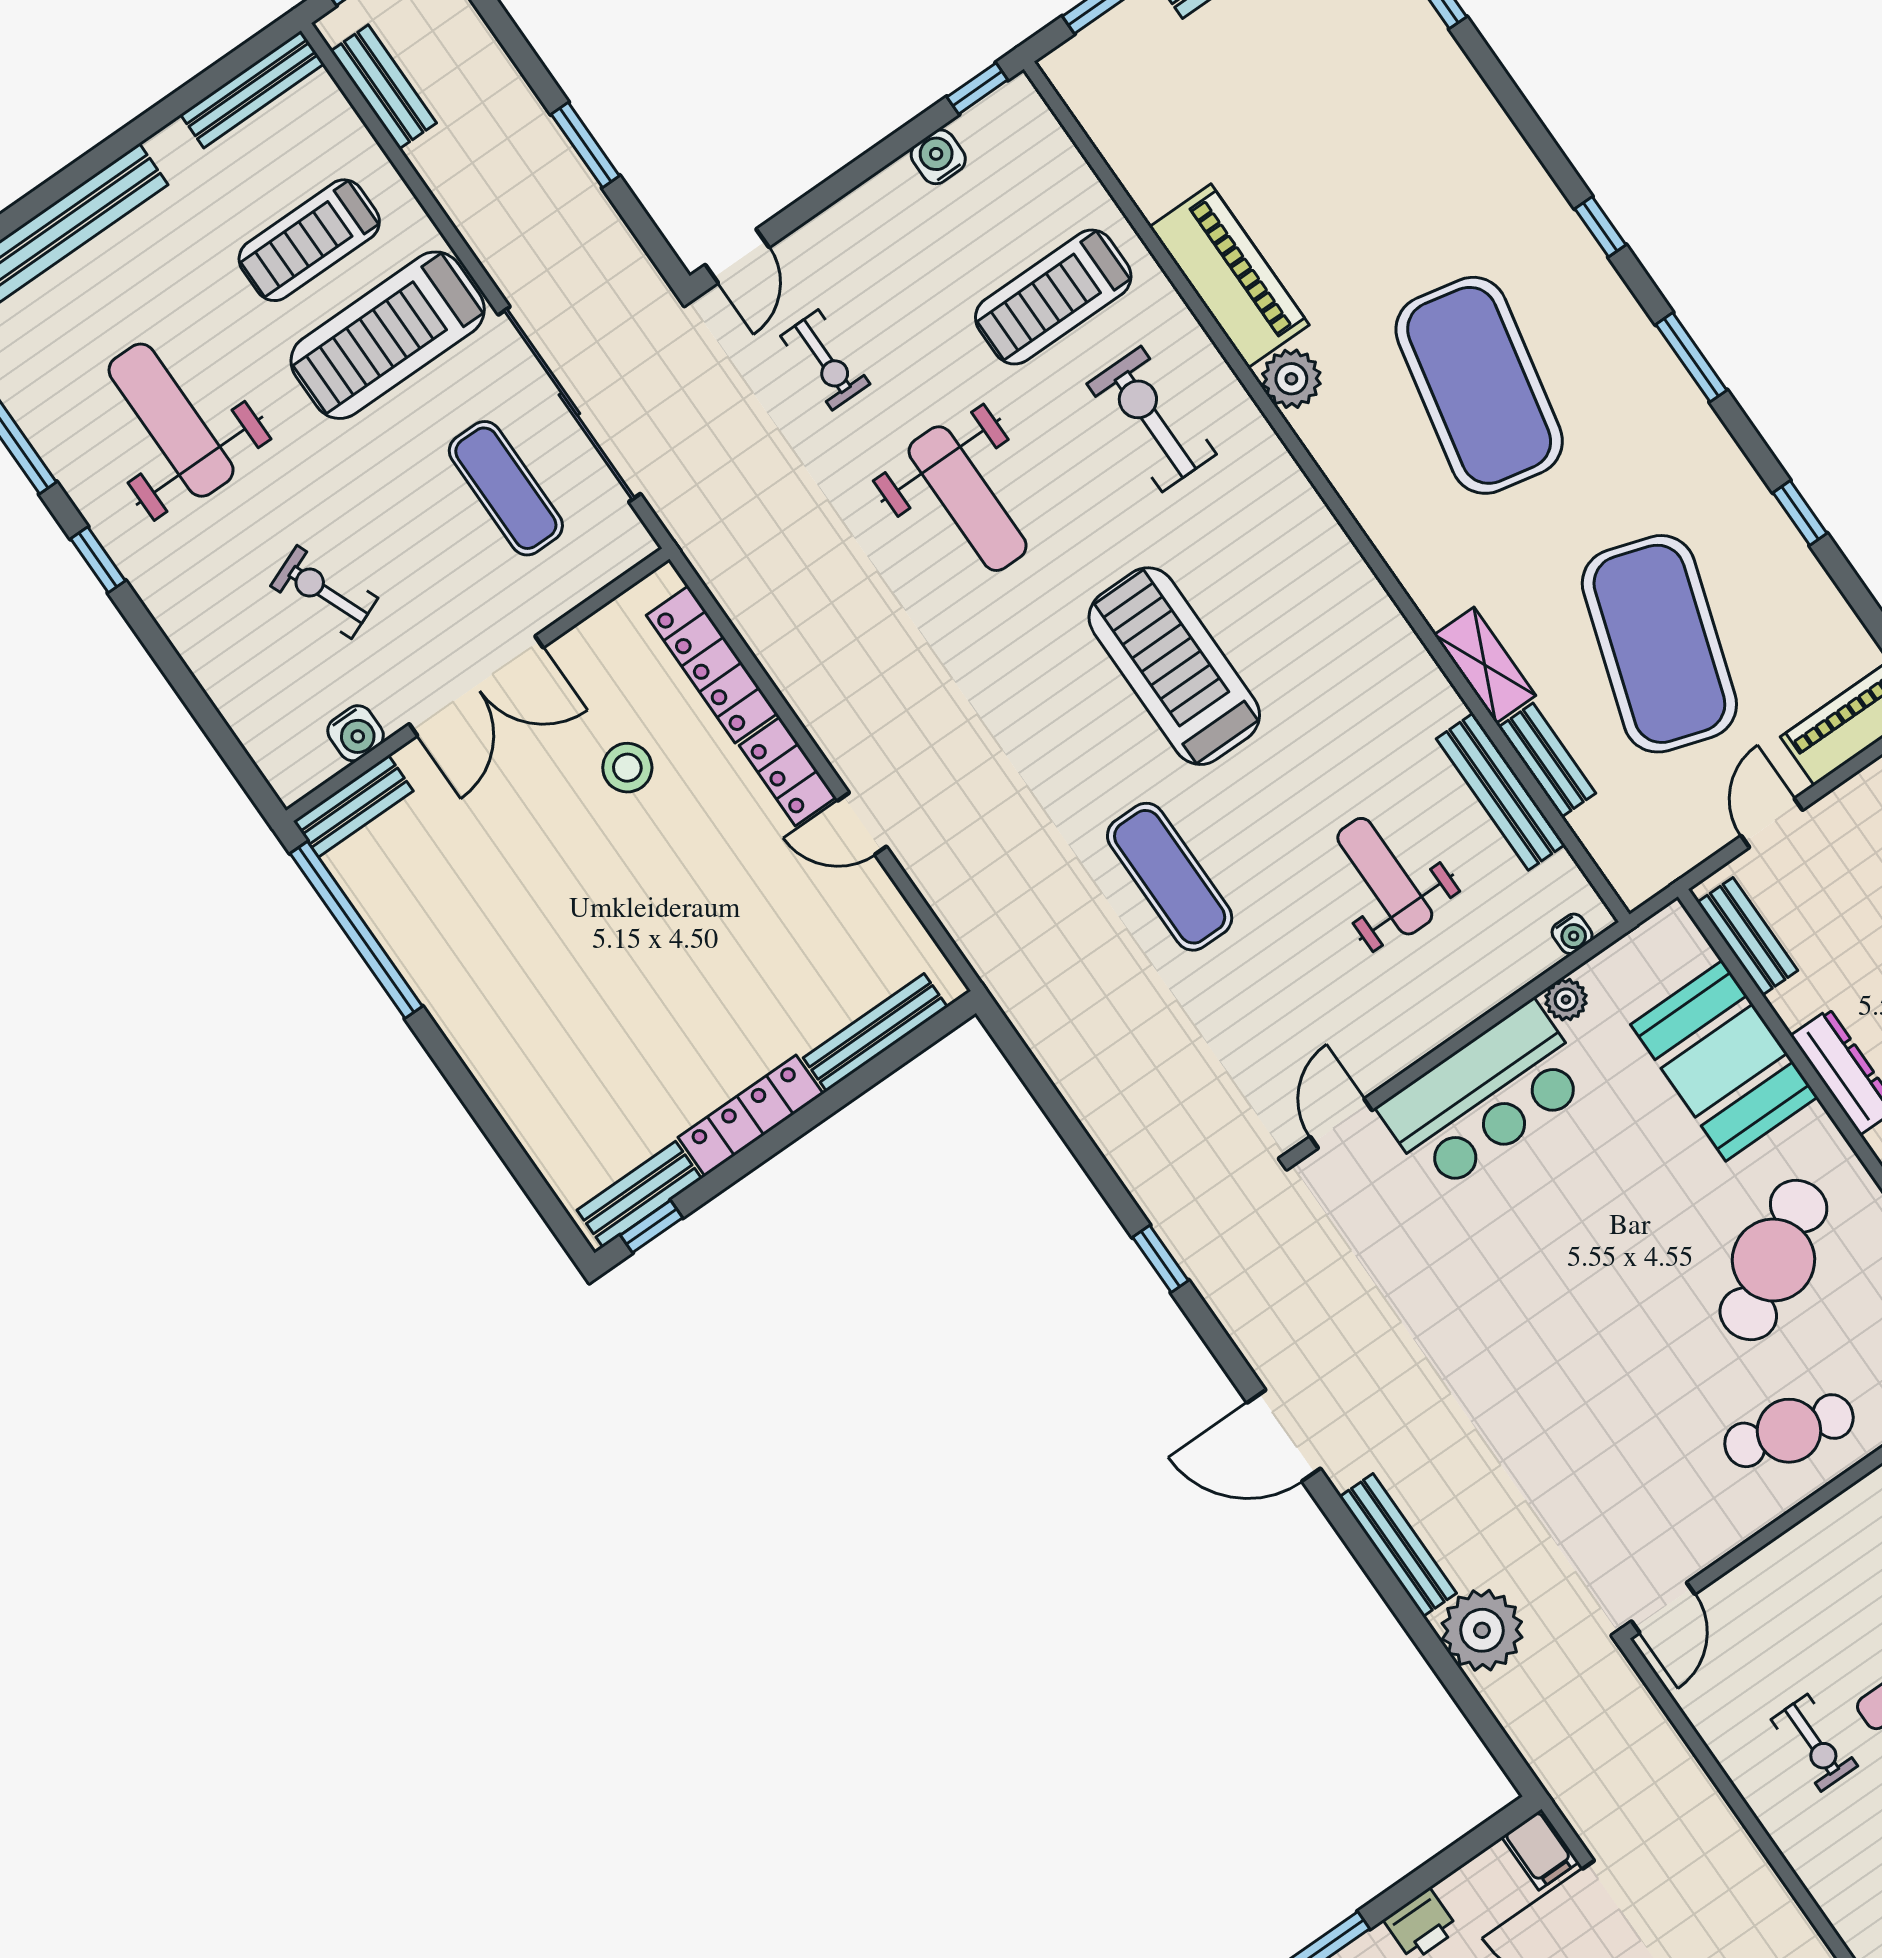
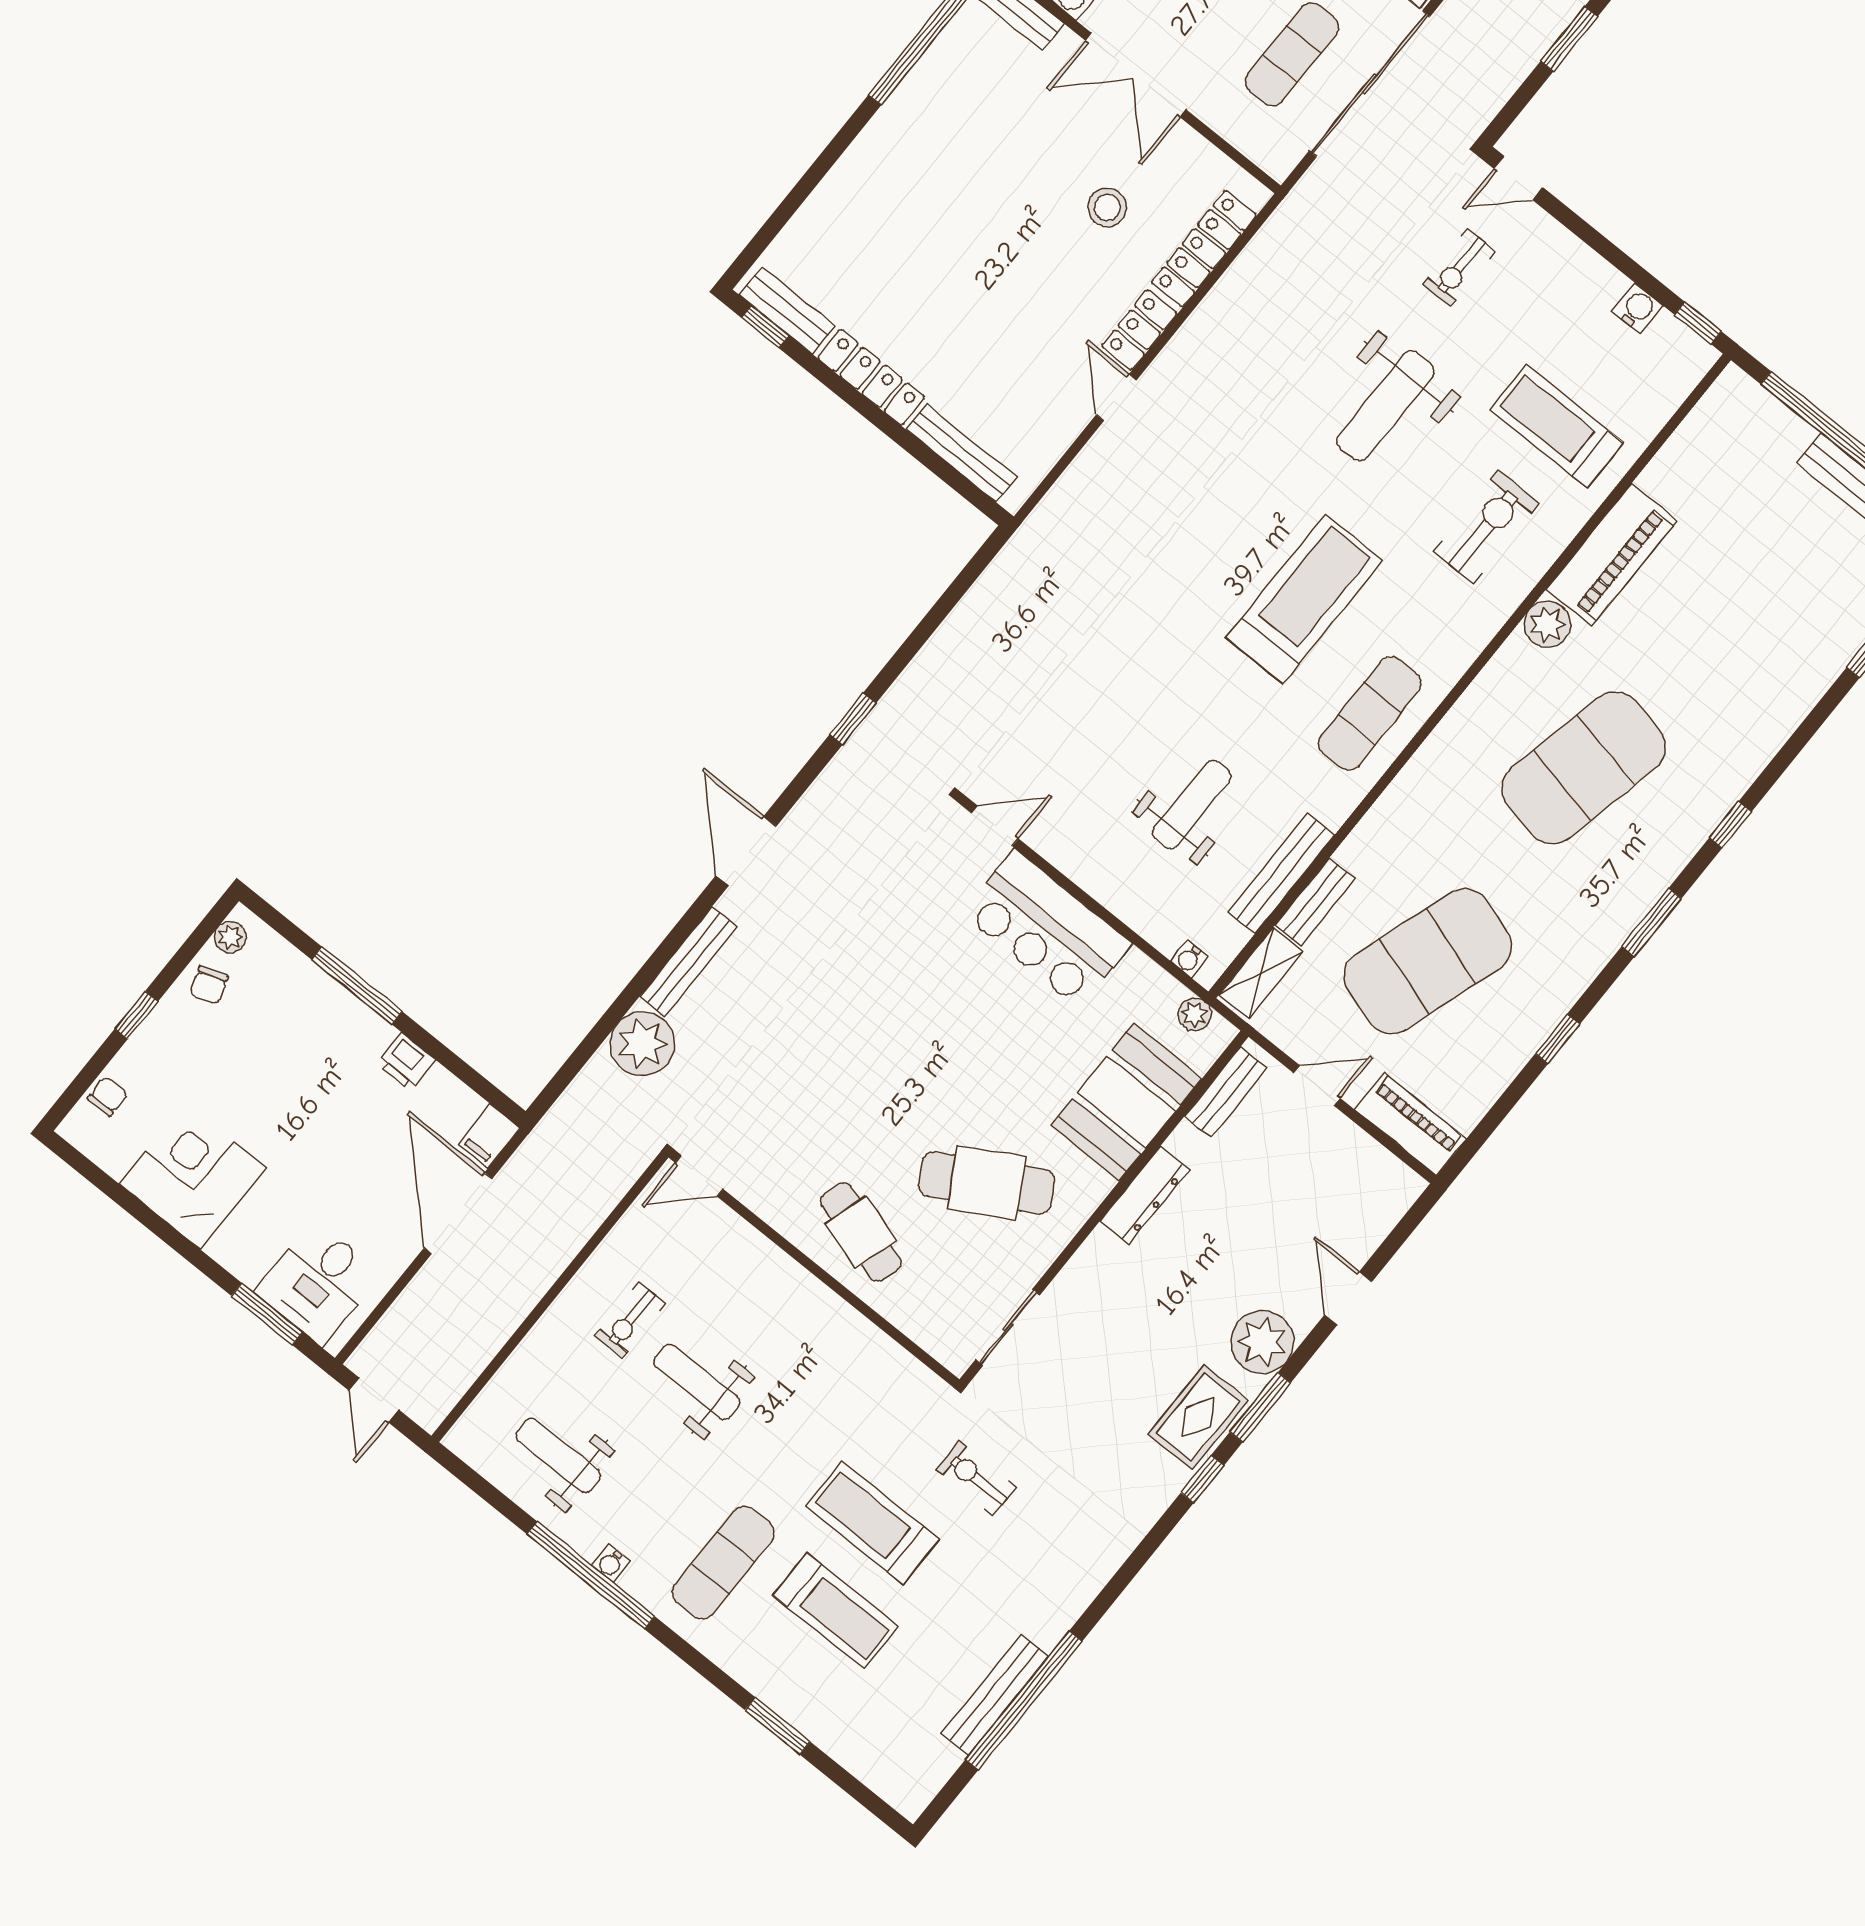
shelving: (1485, 665) -> (1261, 973), moved
exercise mat: (1170, 877) -> (1370, 714), moved
plant: (1566, 1000) -> (1195, 1014), moved

